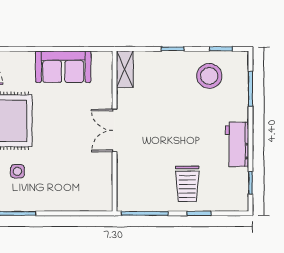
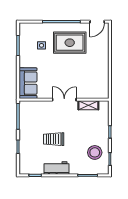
sofa: (63, 67) -> (28, 83), moved, turned 180
shelving: (125, 69) -> (88, 105), moved
trolley: (187, 184) -> (54, 139), moved

